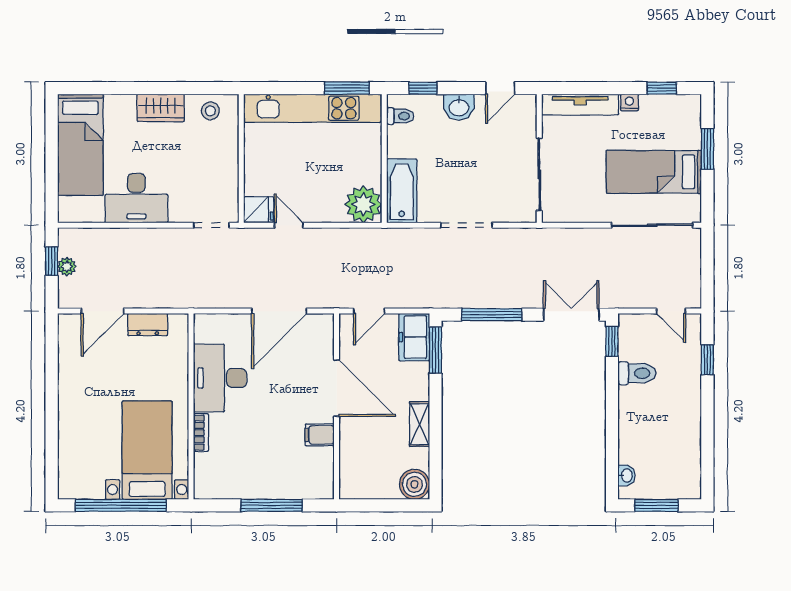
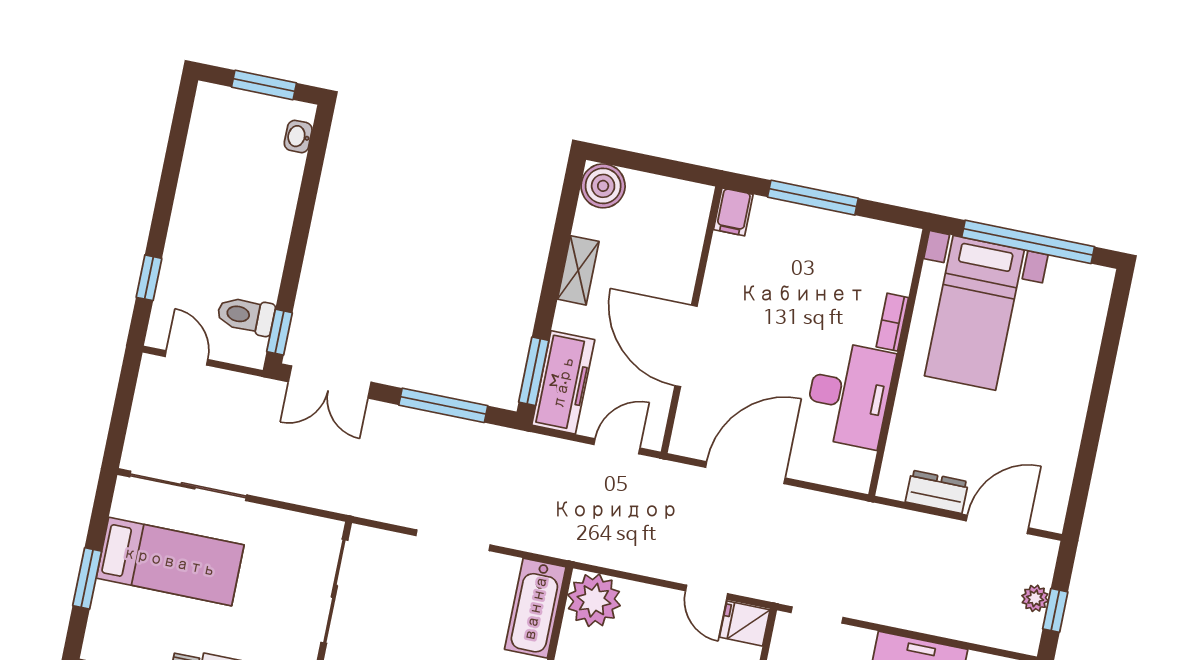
freezer: (414, 337) -> (563, 382), width x1.40
toilet: (637, 373) -> (246, 315), moved
filing cabinet: (320, 435) -> (733, 212), moved, turned 90

